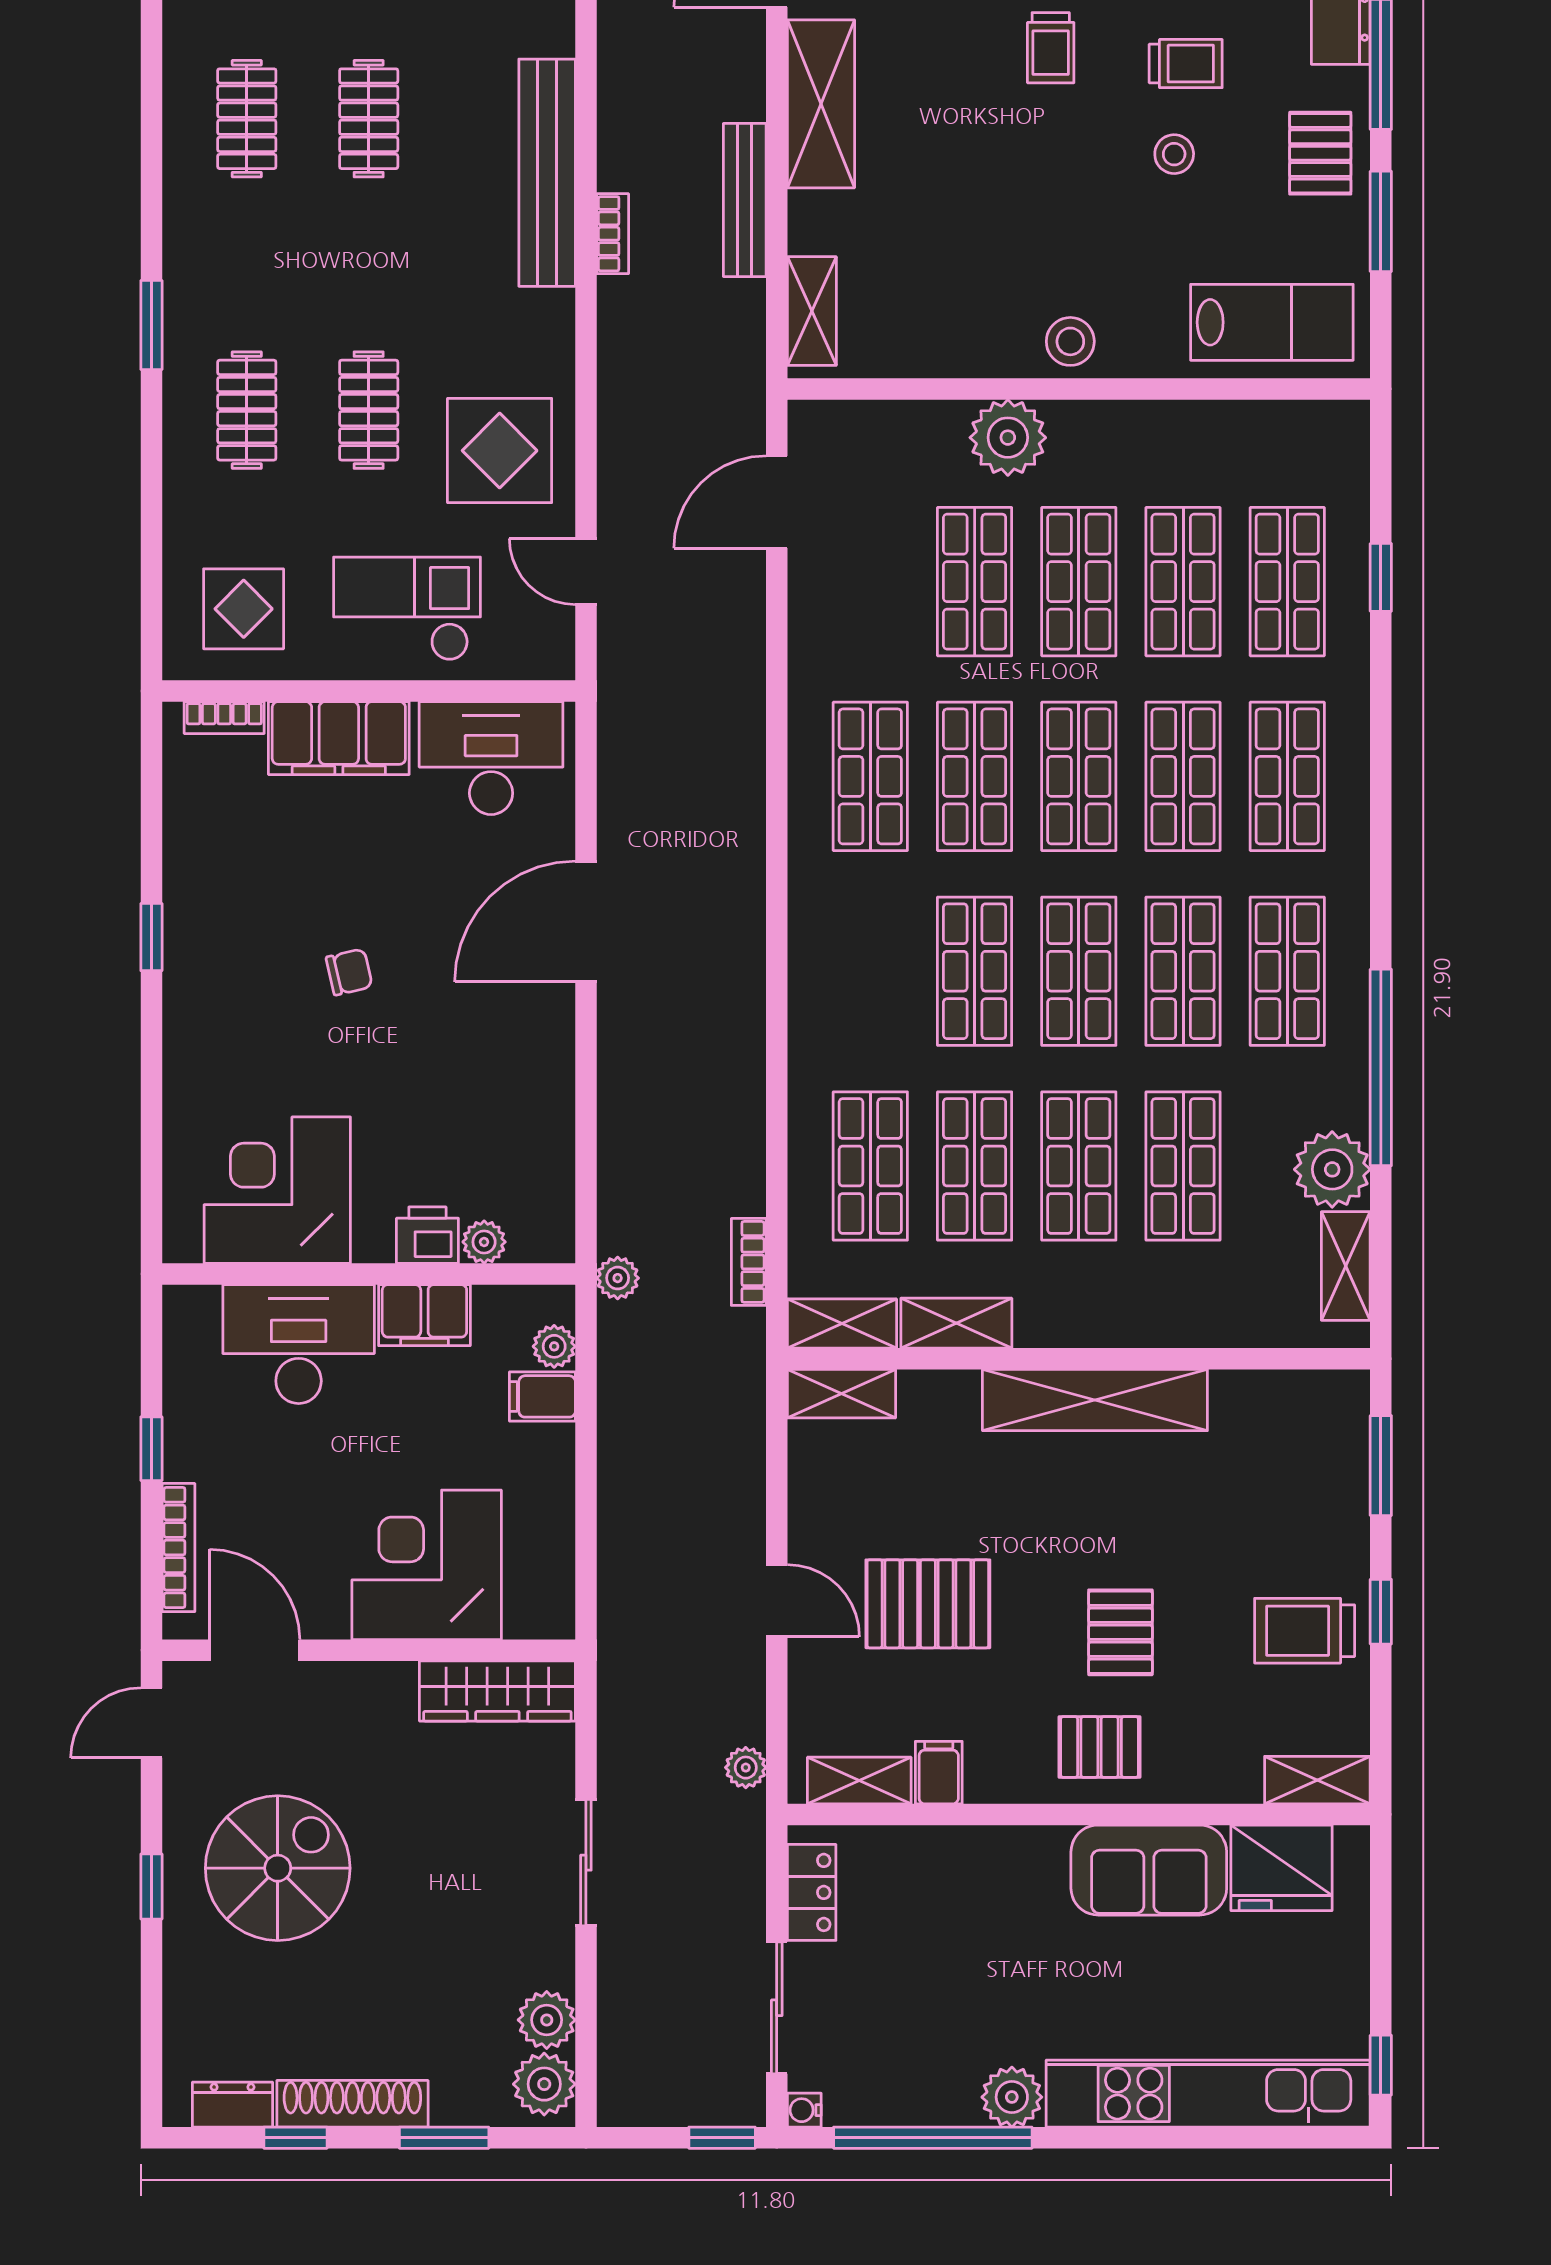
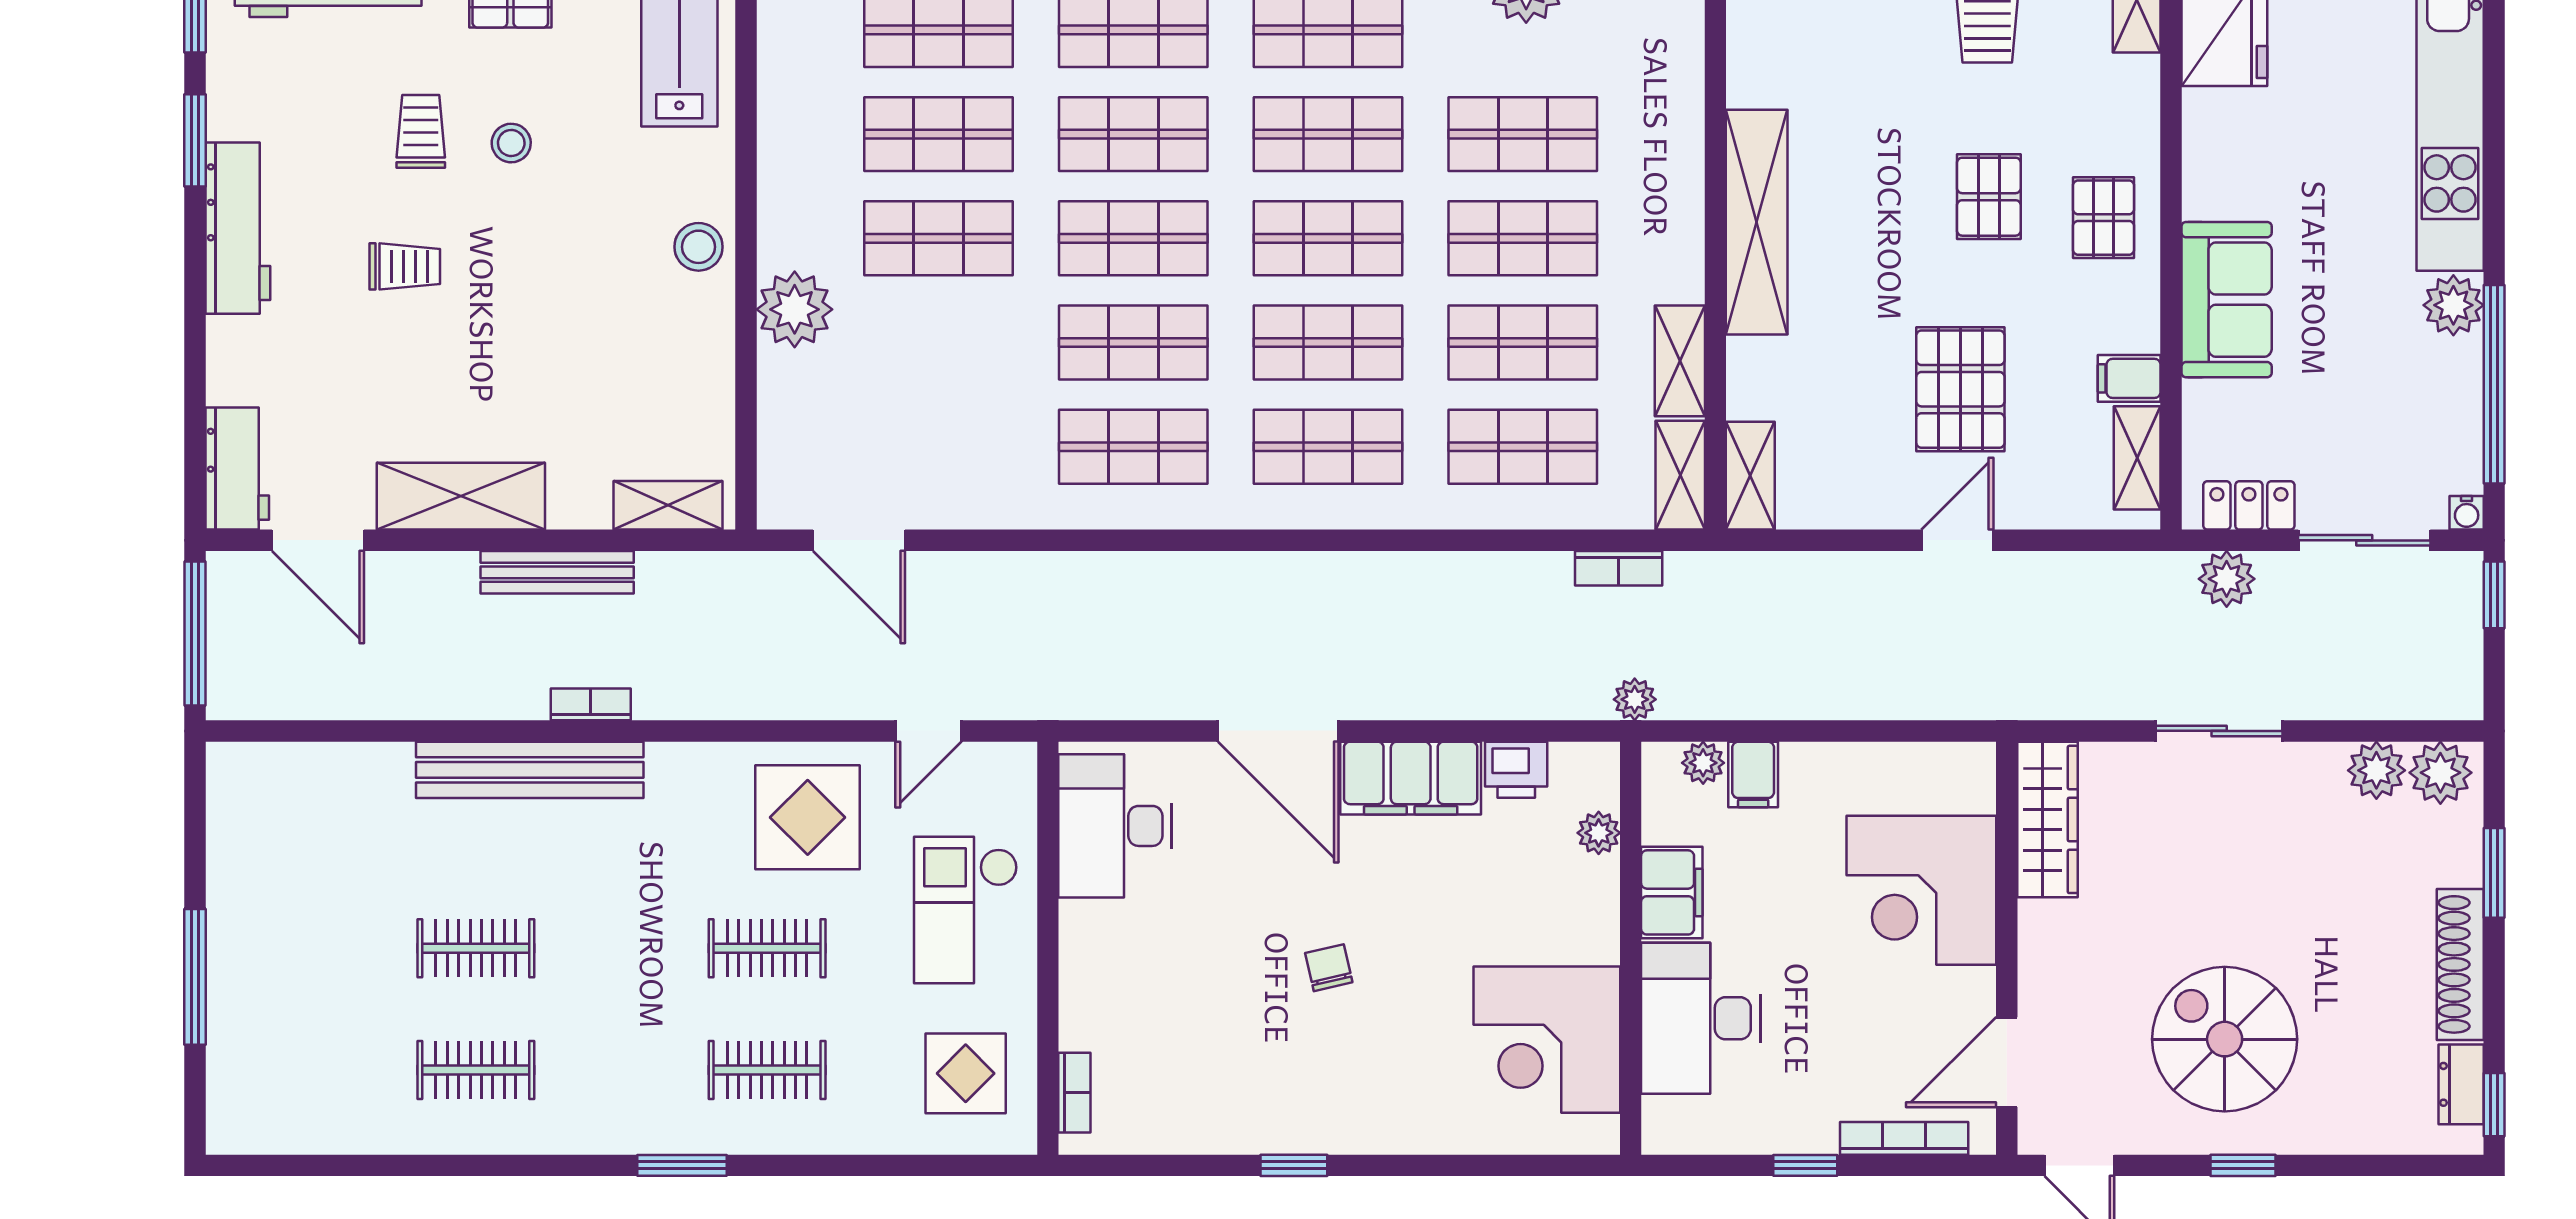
shop shelf: (975, 582) -> (1328, 447), moved
filing cabinet: (339, 738) -> (1411, 778), moved, turned 90
printer: (427, 1235) -> (1516, 770), moved, turned -90
pallet: (1120, 1632) -> (1989, 197), turned 90
plant: (746, 1768) -> (2227, 579), moved, width x1.38, depth x1.38
sofa: (1149, 1870) -> (2227, 300), moved
window: (295, 2138) -> (2494, 1105), moved

